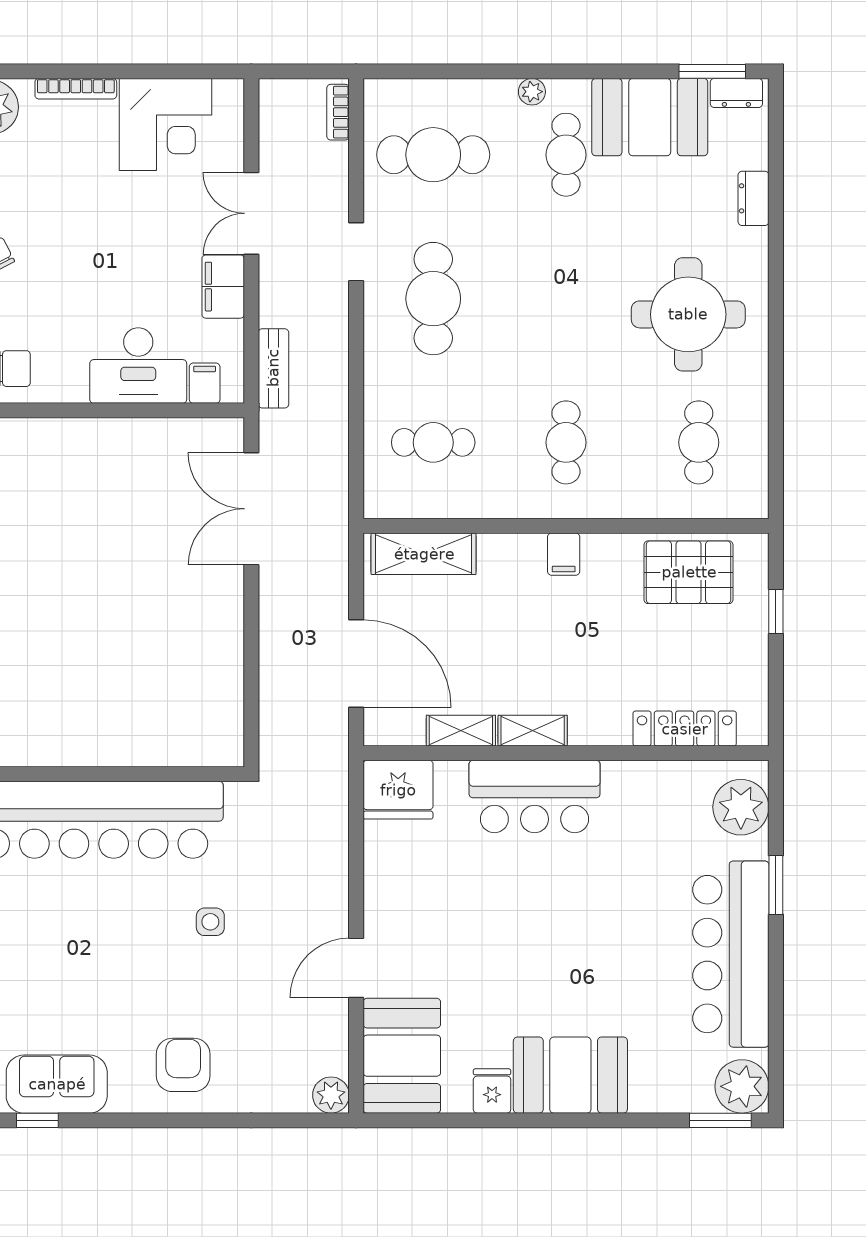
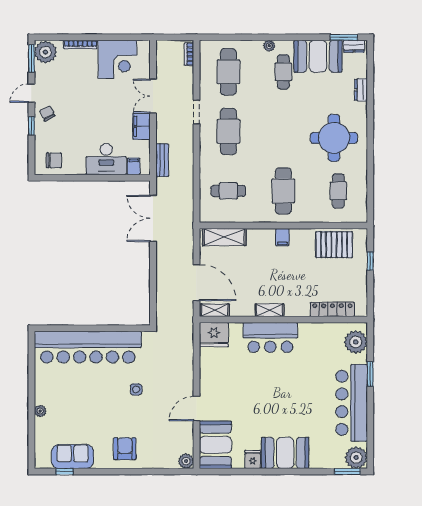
cafe table: (433, 155) -> (228, 72), turned 90
cafe table: (566, 442) -> (283, 191), width x1.37, depth x1.35
shelving: (461, 731) -> (215, 310), moved

